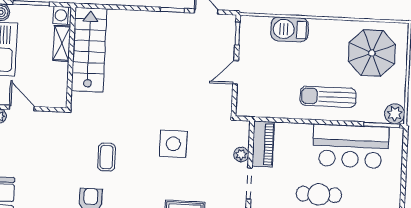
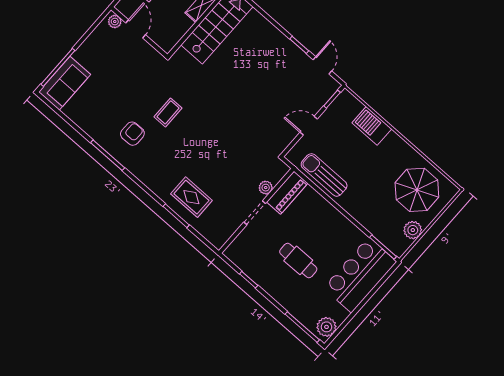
sun lounger: (328, 97) -> (324, 175), moved
plant: (395, 114) -> (413, 230), moved
side table: (173, 144) -> (223, 141), removed
bar counter: (351, 146) -> (360, 275), moved, turned 90

